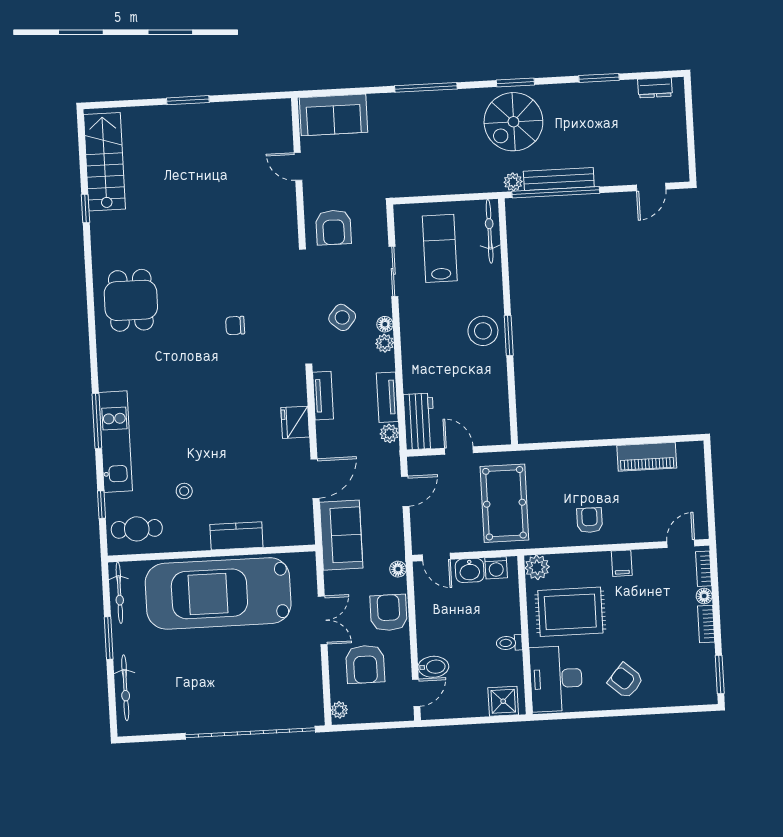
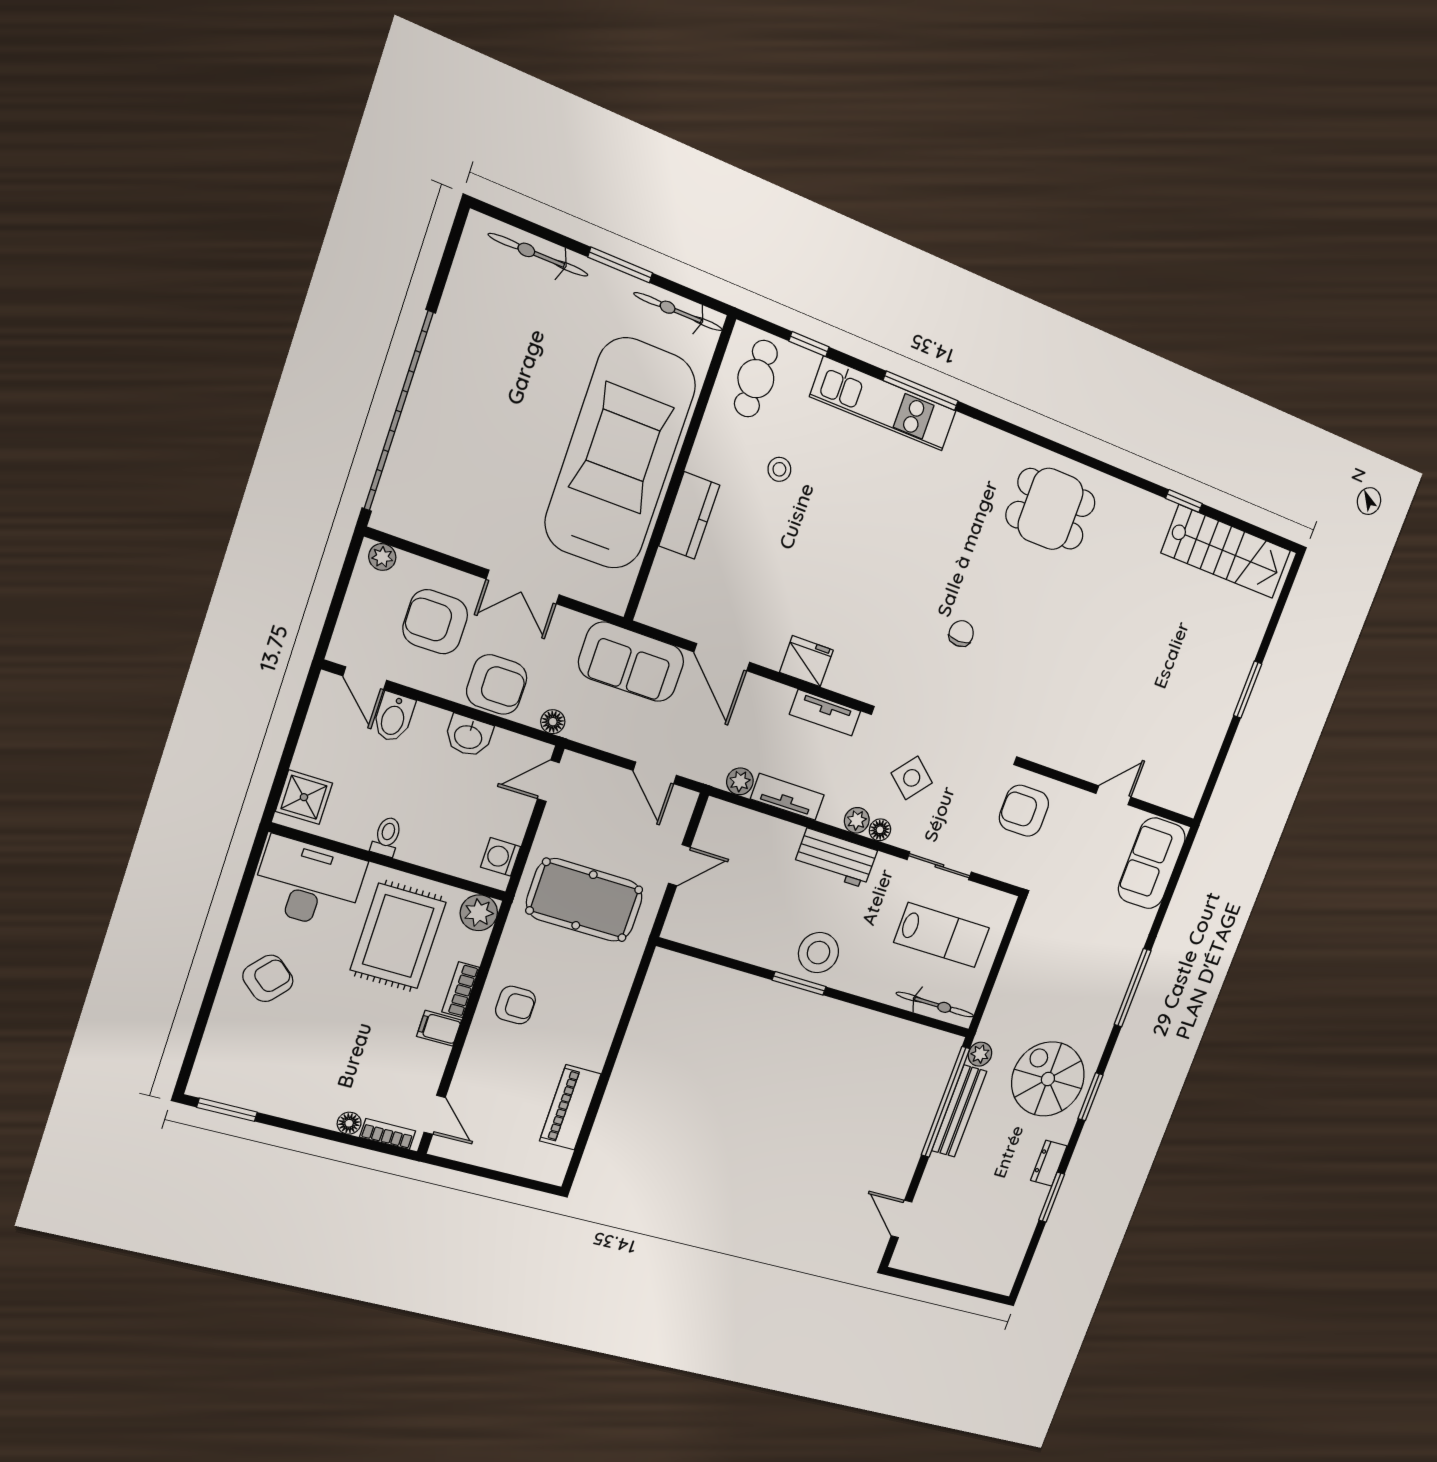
dresser: (655, 88) -> (1049, 1163), moved
workbench: (419, 421) -> (836, 858), moved
washbasin: (470, 570) -> (468, 736), moved, turned -90
bookcase: (706, 624) -> (461, 990), moved, turned -90

